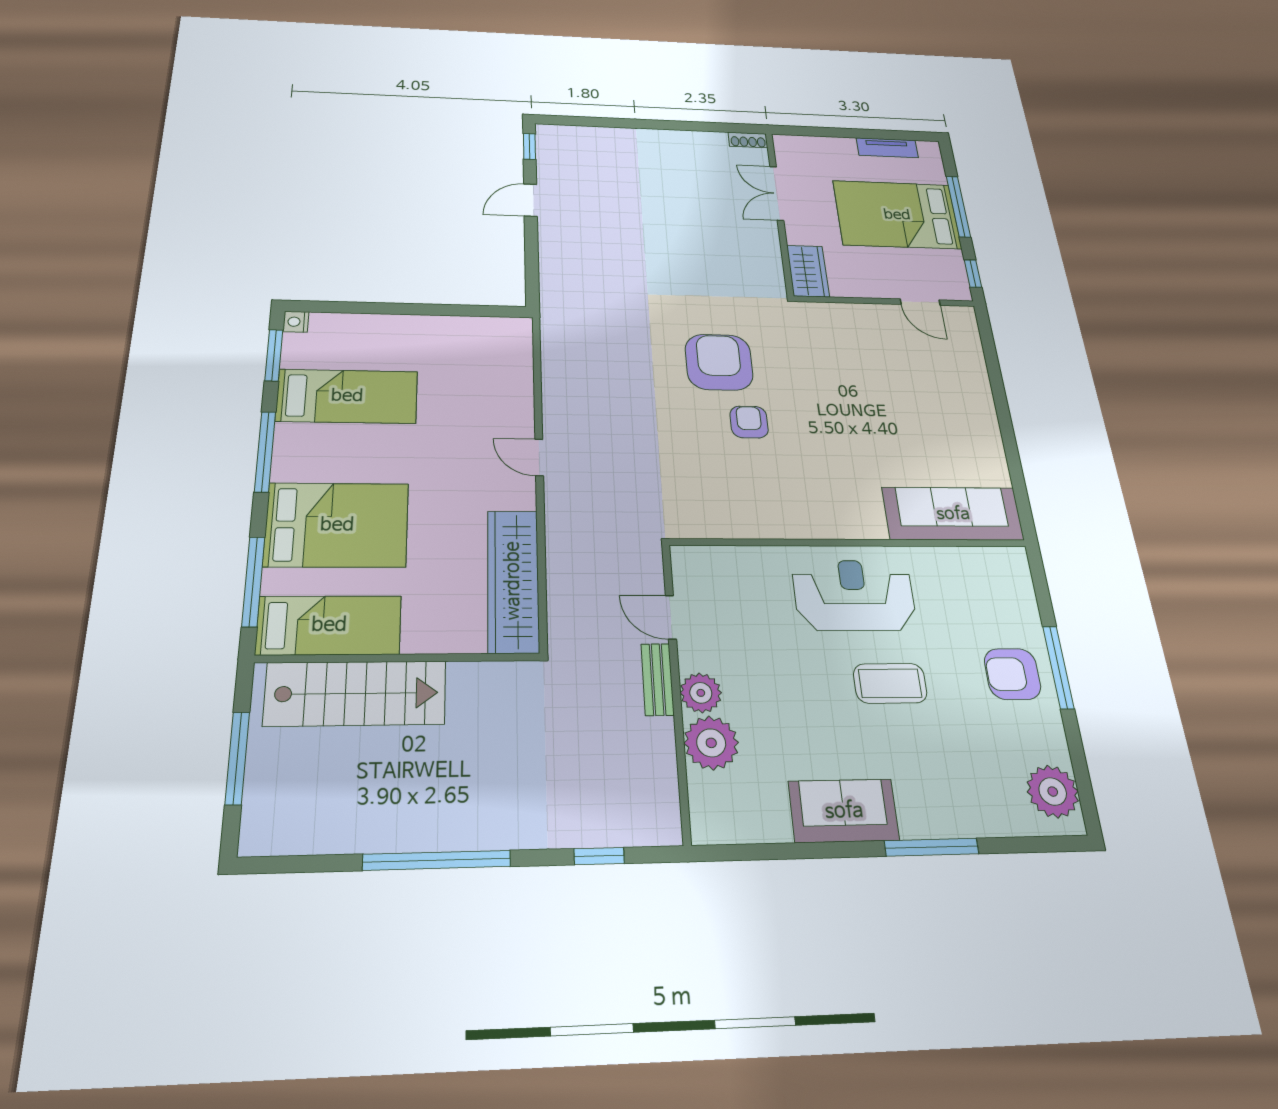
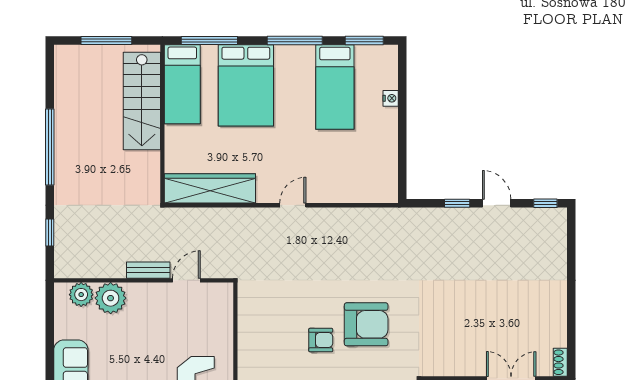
window: (531, 246) -> (457, 203), added
nightstand: (296, 322) -> (391, 98), moved, turned 90
plant: (701, 693) -> (81, 295), moved

